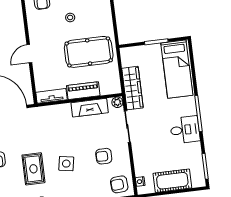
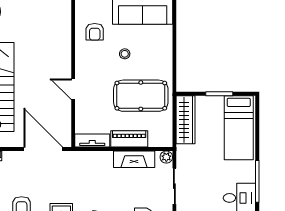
door: (29, 54) -> (73, 89), hinge flipped
wardrobe: (132, 88) -> (186, 120), moved

